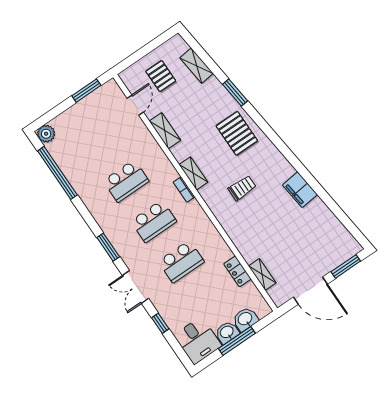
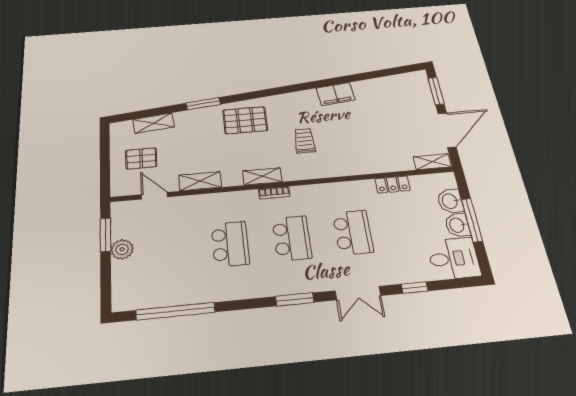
plant: (46, 134) -> (122, 249), moved
shelving: (262, 274) -> (432, 162), moved

